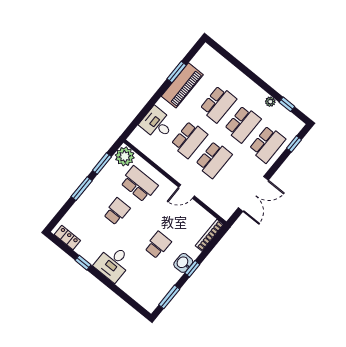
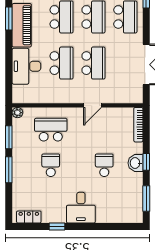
desk: (157, 124) -> (26, 66), width x1.37
plant: (125, 156) -> (17, 113), width x0.53, depth x0.53

